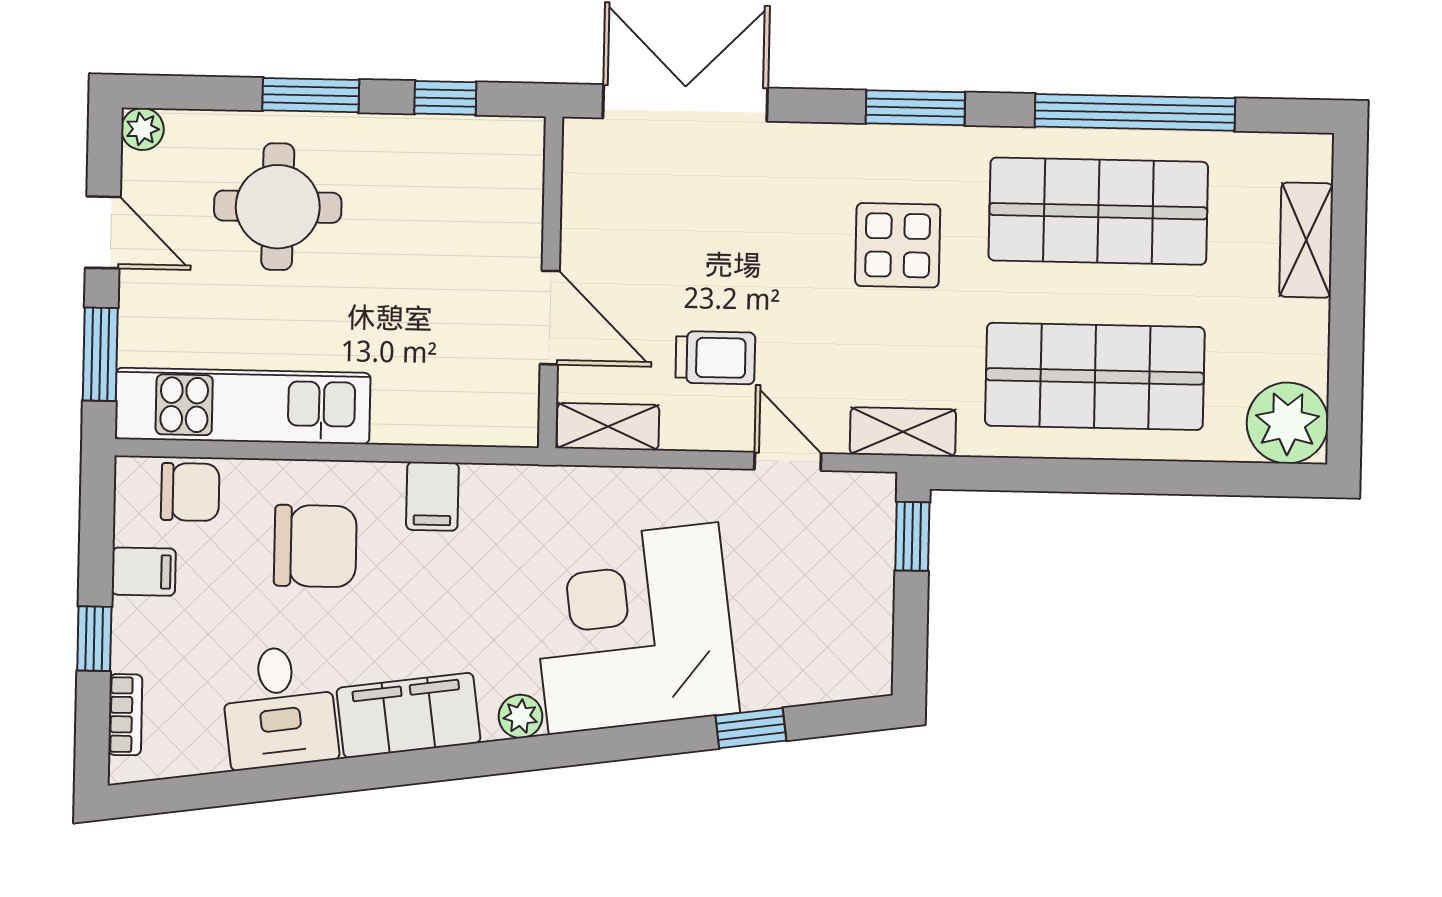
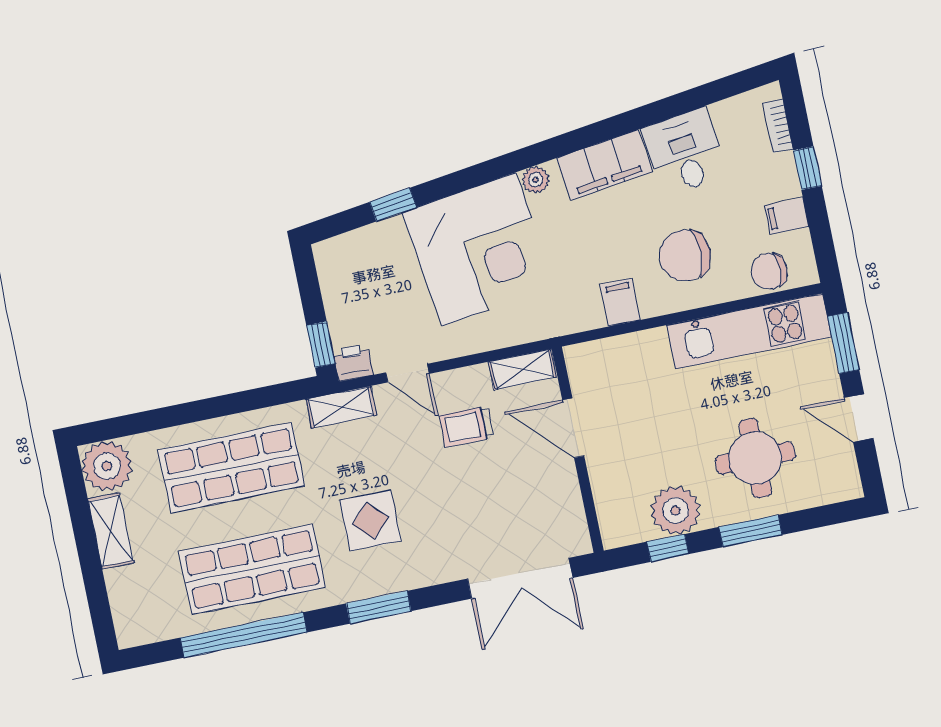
plant: (142, 129) -> (675, 510), moved, width x1.88, depth x1.88
shelving: (1306, 240) -> (111, 531), moved
printer: (869, 497) -> (353, 363), added

